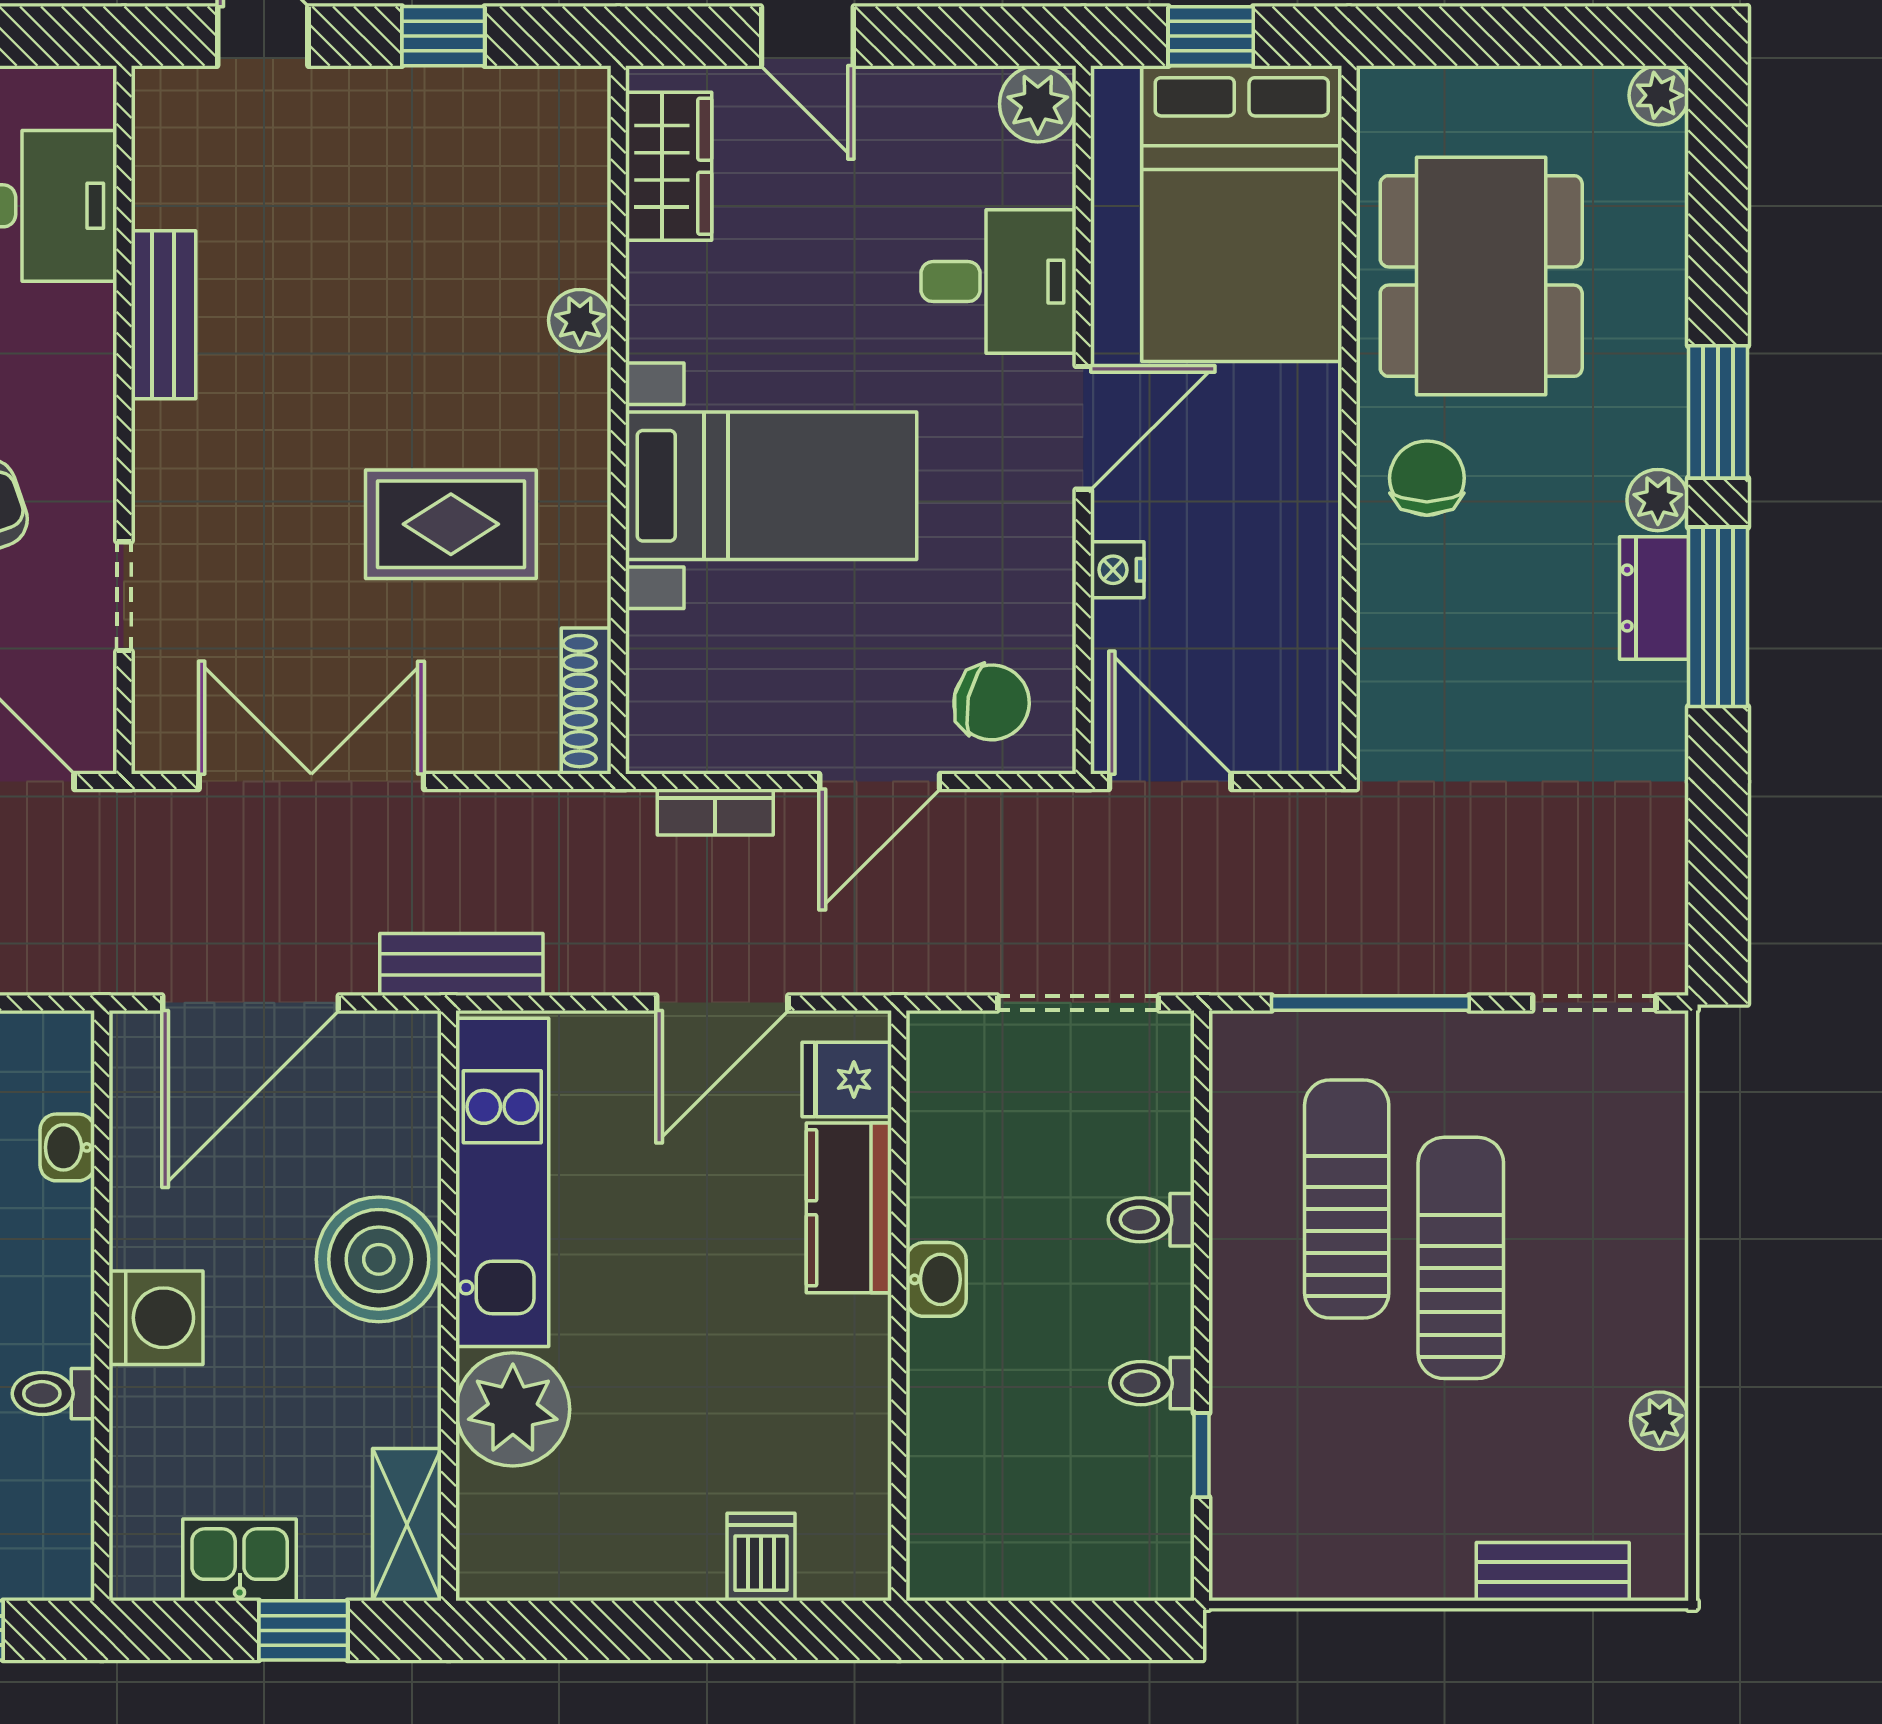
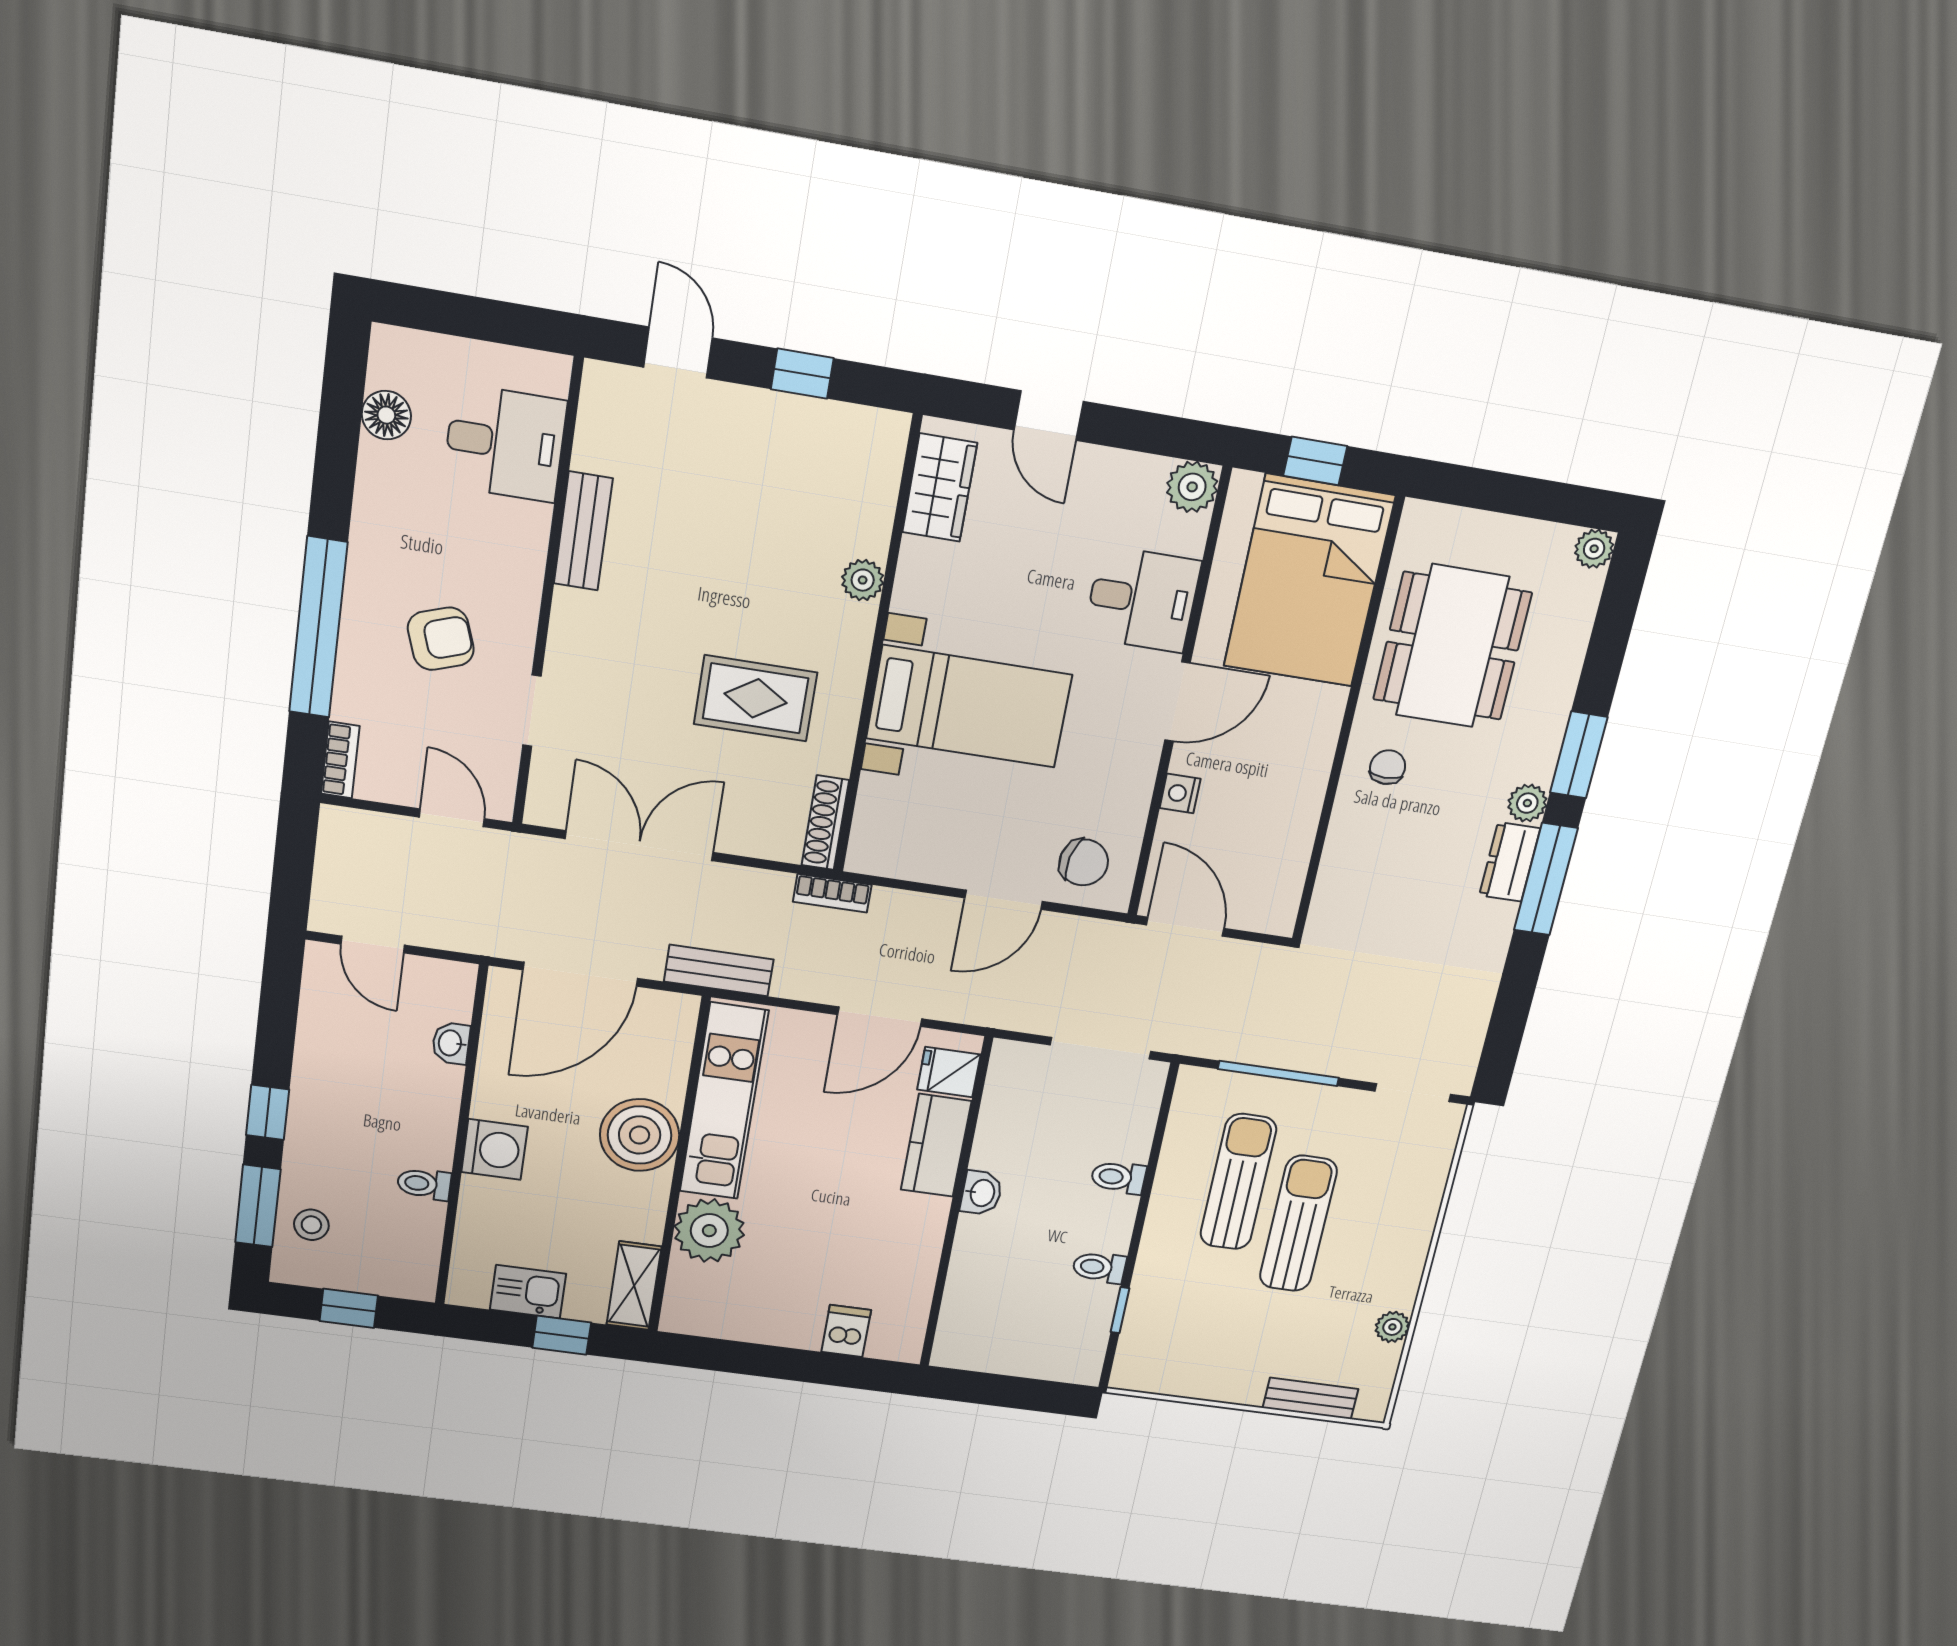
chair: (1427, 478) -> (1388, 767), width x0.73, depth x0.73
bookcase: (715, 812) -> (832, 893), moved

